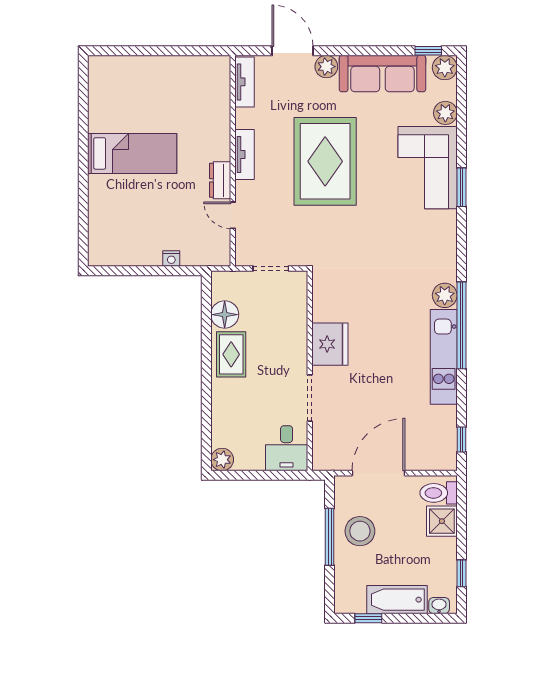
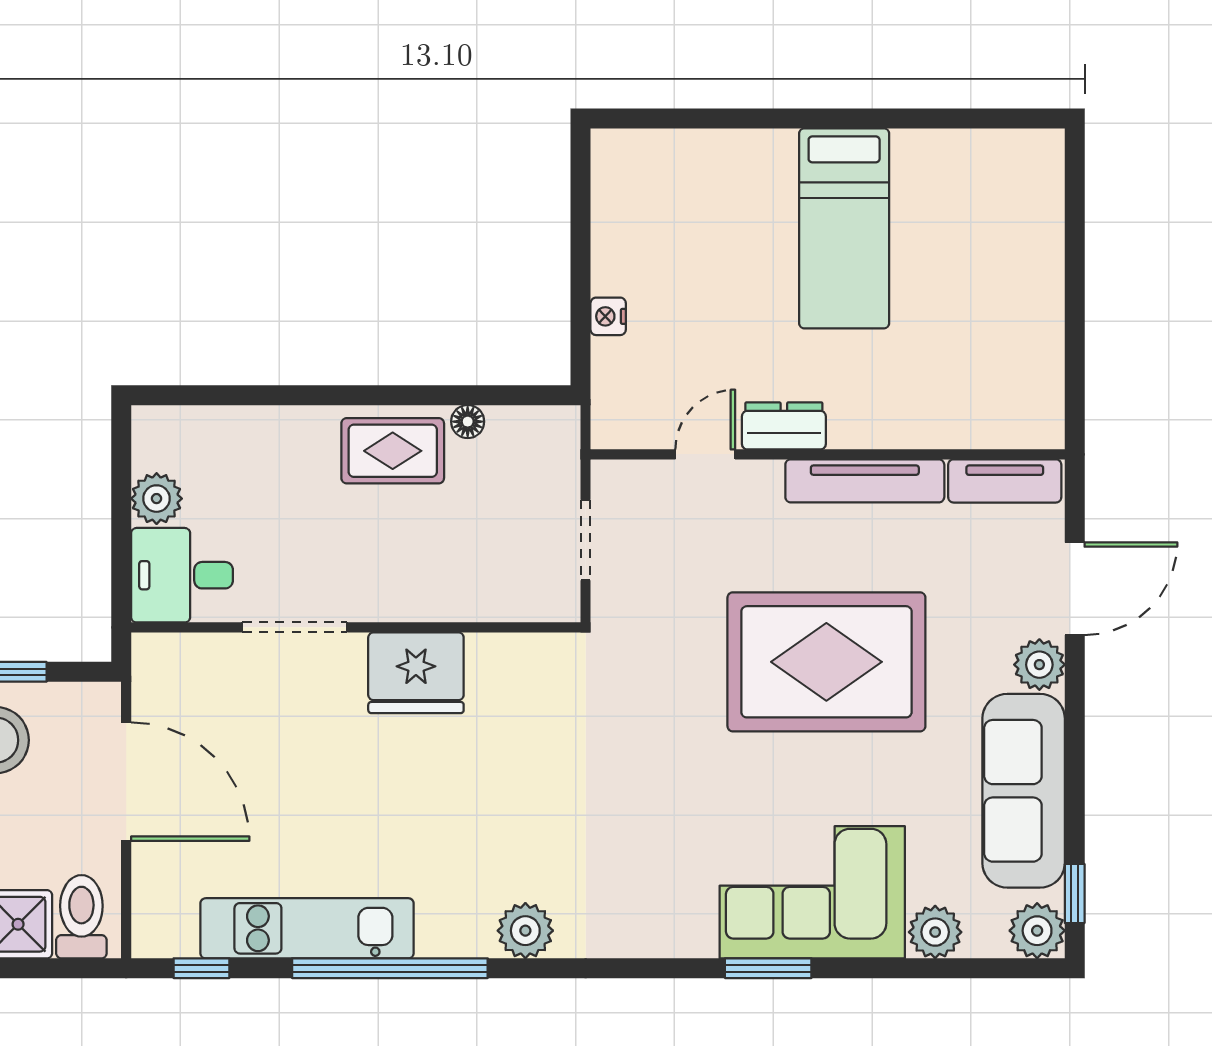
tv unit: (245, 155) -> (865, 481), width x1.41
floor lamp: (225, 315) -> (468, 422), width x0.53, depth x0.53
window: (461, 325) -> (390, 968), moved
kitchen unit: (444, 357) -> (307, 928), moved
plant: (222, 460) -> (157, 499), moved

